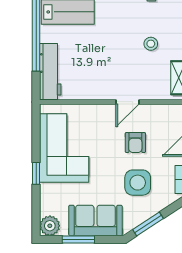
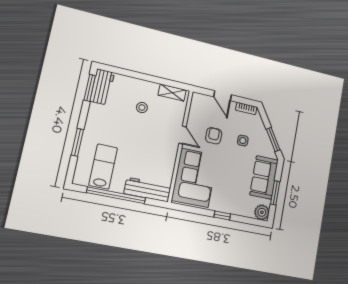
armchair: (135, 143) -> (214, 136), turned -90
corner sofa: (64, 148) -> (195, 178), moved, turned 90
side table: (138, 183) -> (243, 141), width x0.54, depth x0.54

